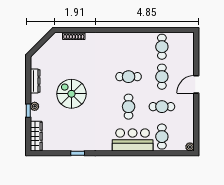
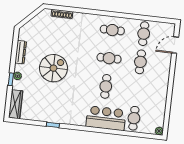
door: (196, 84) -> (175, 45), moved
spiral stairs: (71, 94) -> (53, 68), turned 90
cafe table: (162, 107) -> (112, 30), moved

